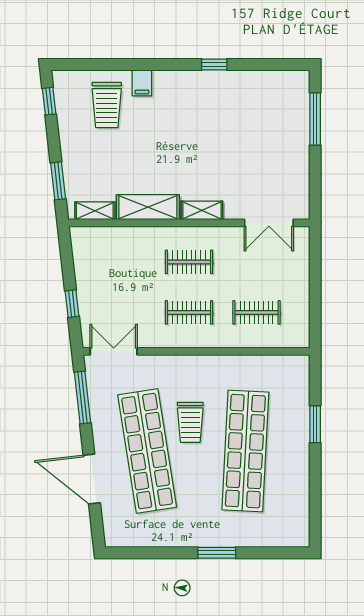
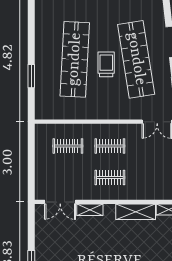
shelving: (202, 210) -> (90, 210), moved
double door: (269, 223) -> (60, 202), swing flipped
trolley: (190, 422) -> (106, 64), moved

